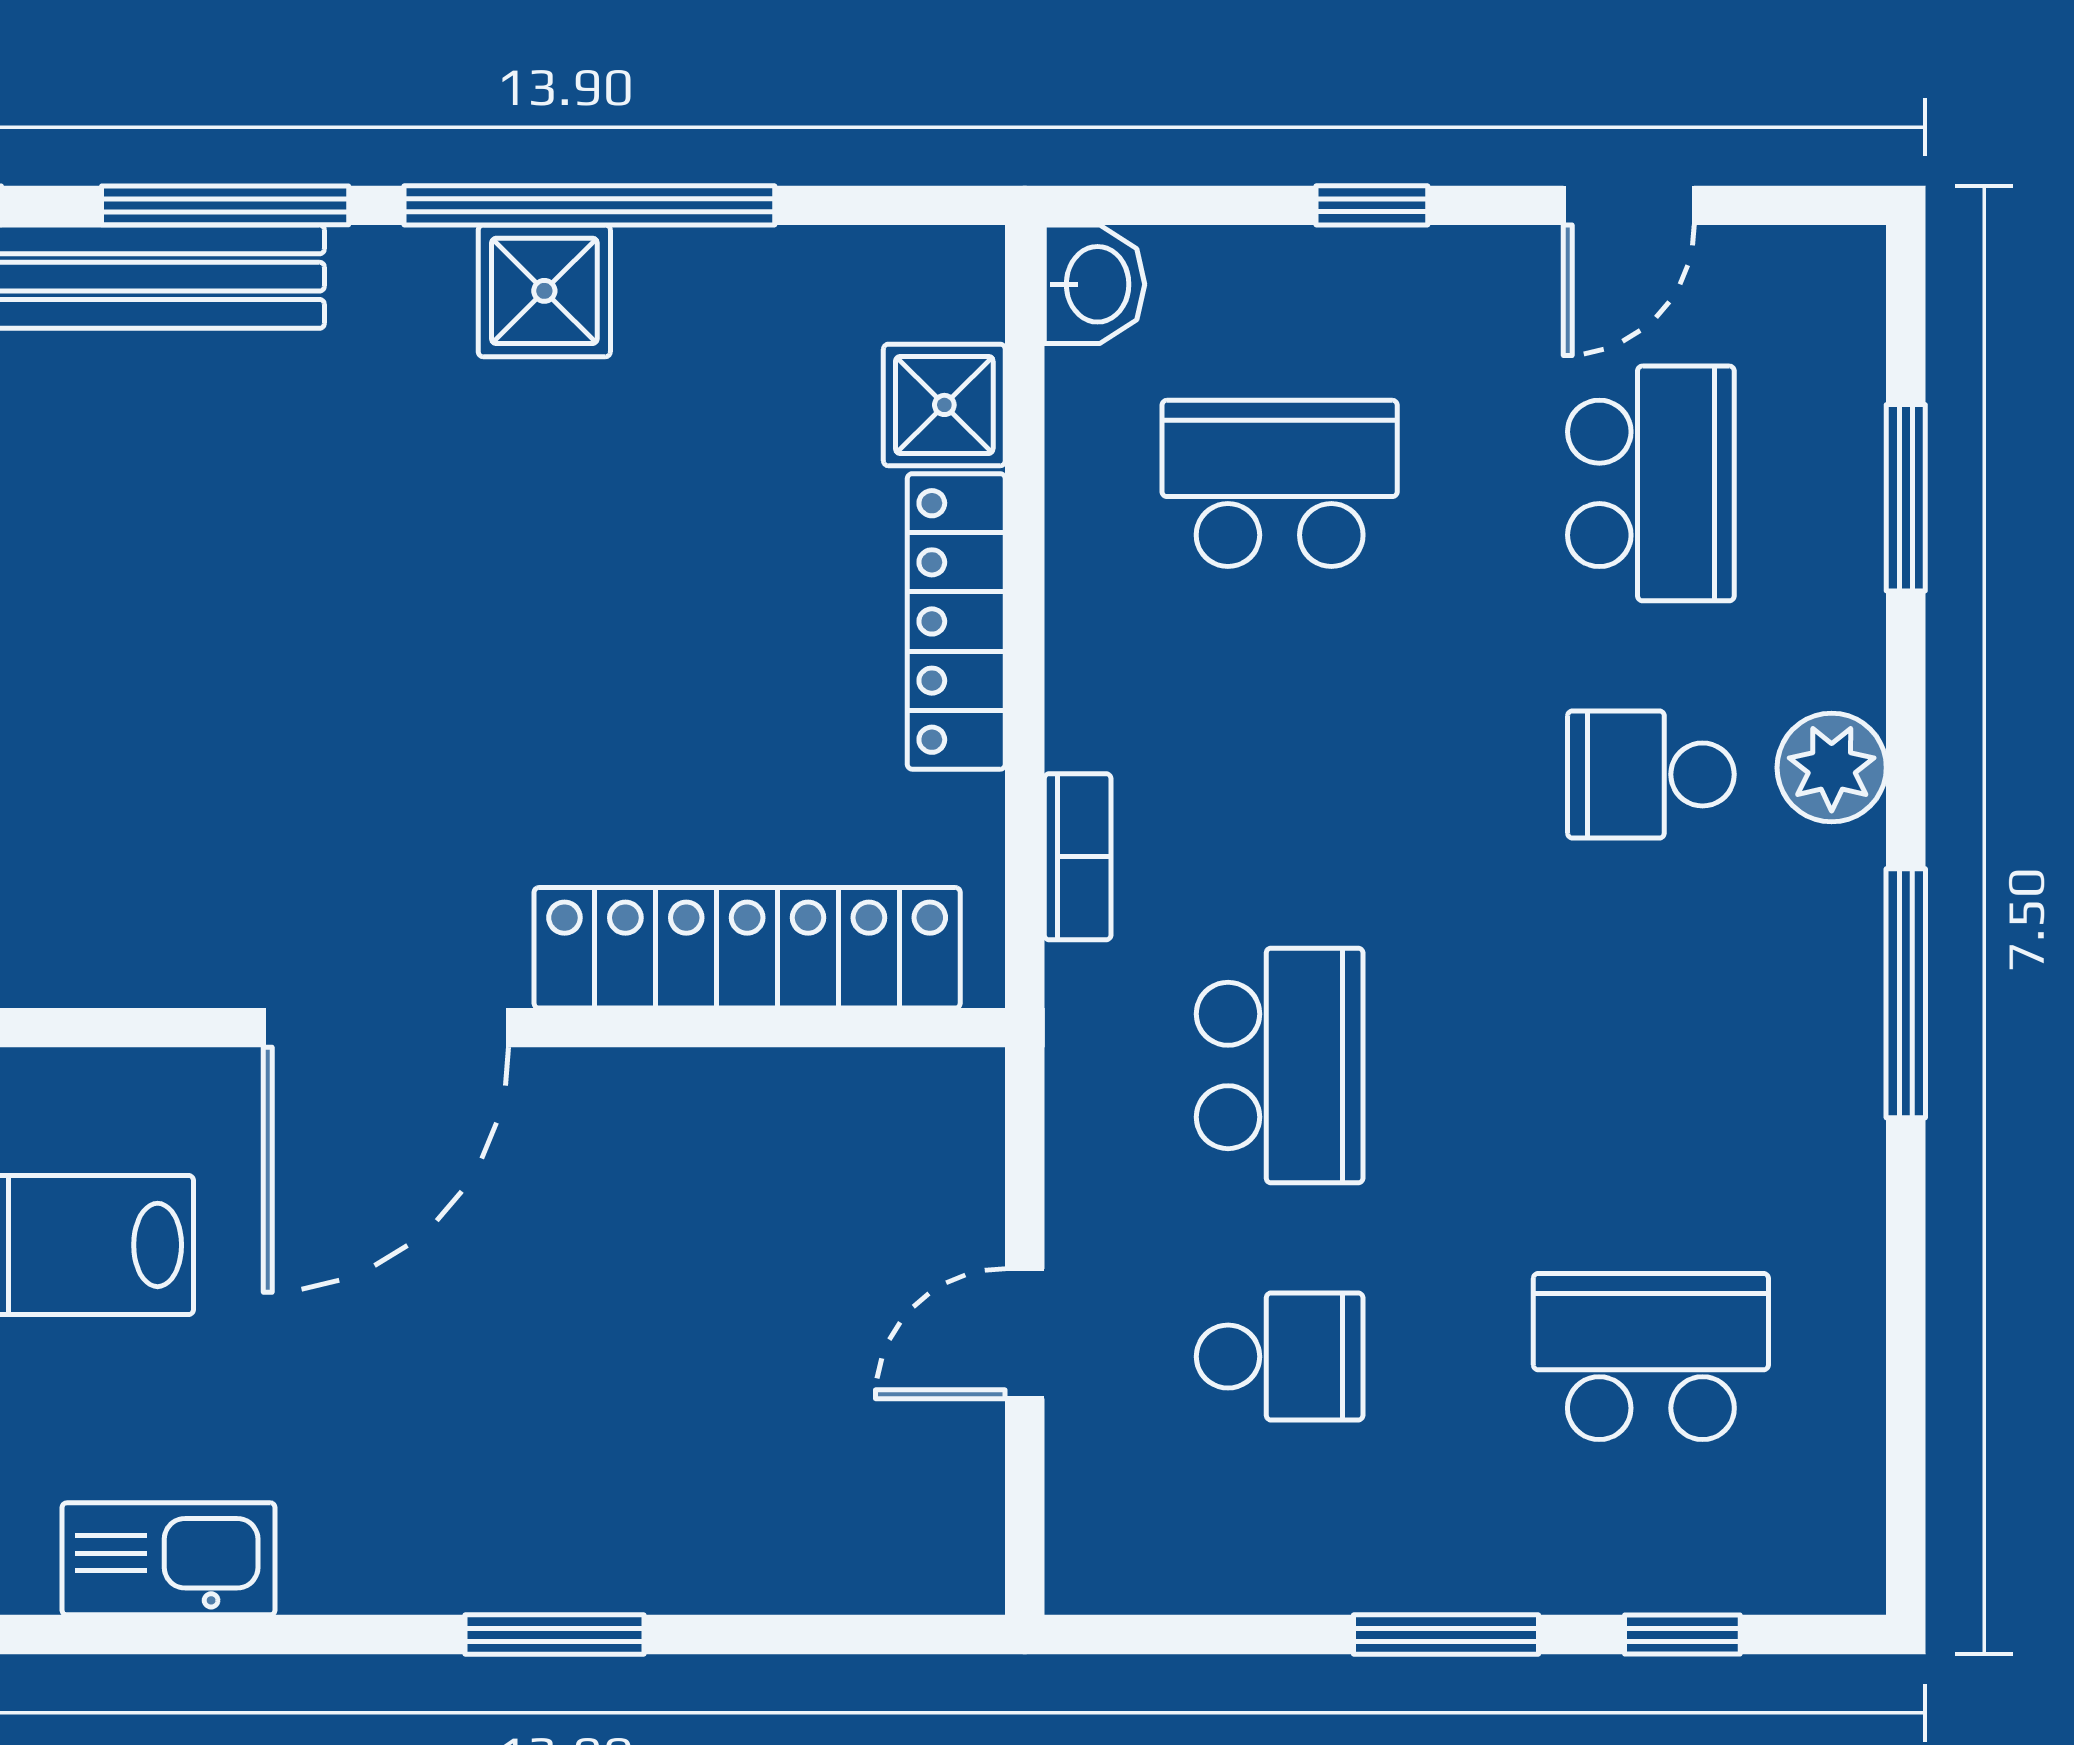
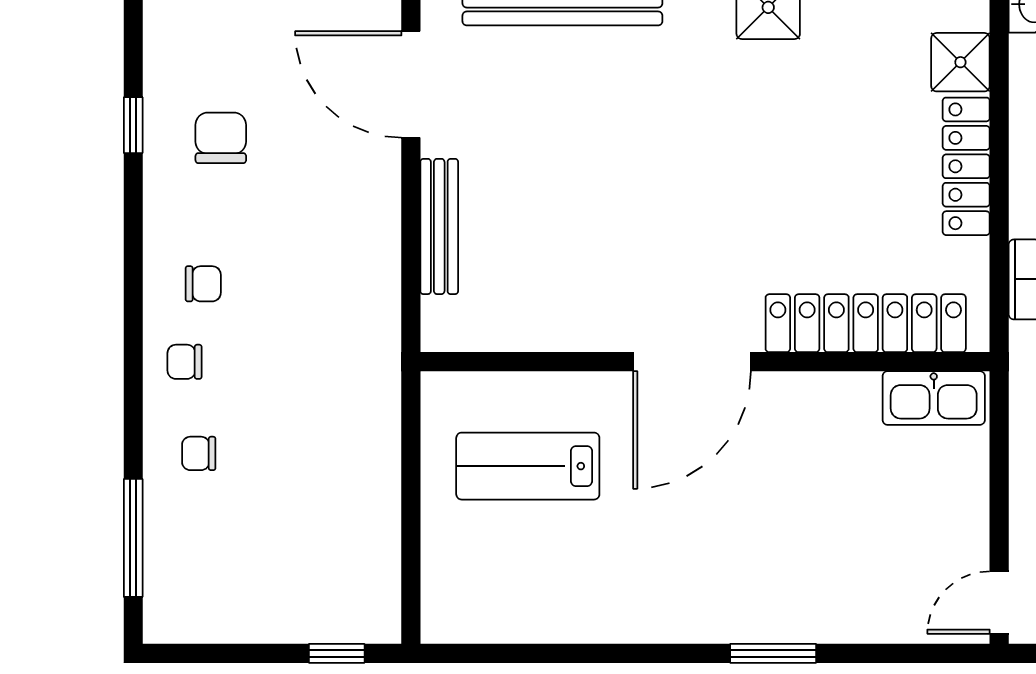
door: (1025, 1334) -> (999, 603), moved
kitchen sink: (169, 1559) -> (934, 398), moved, turned 180

